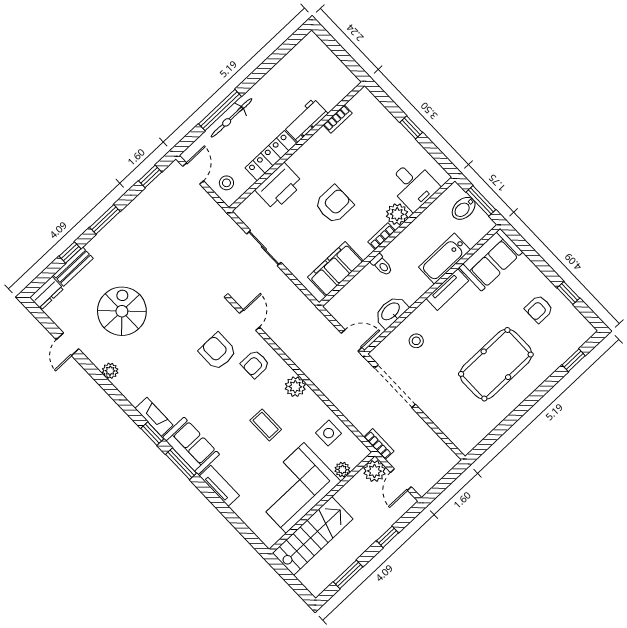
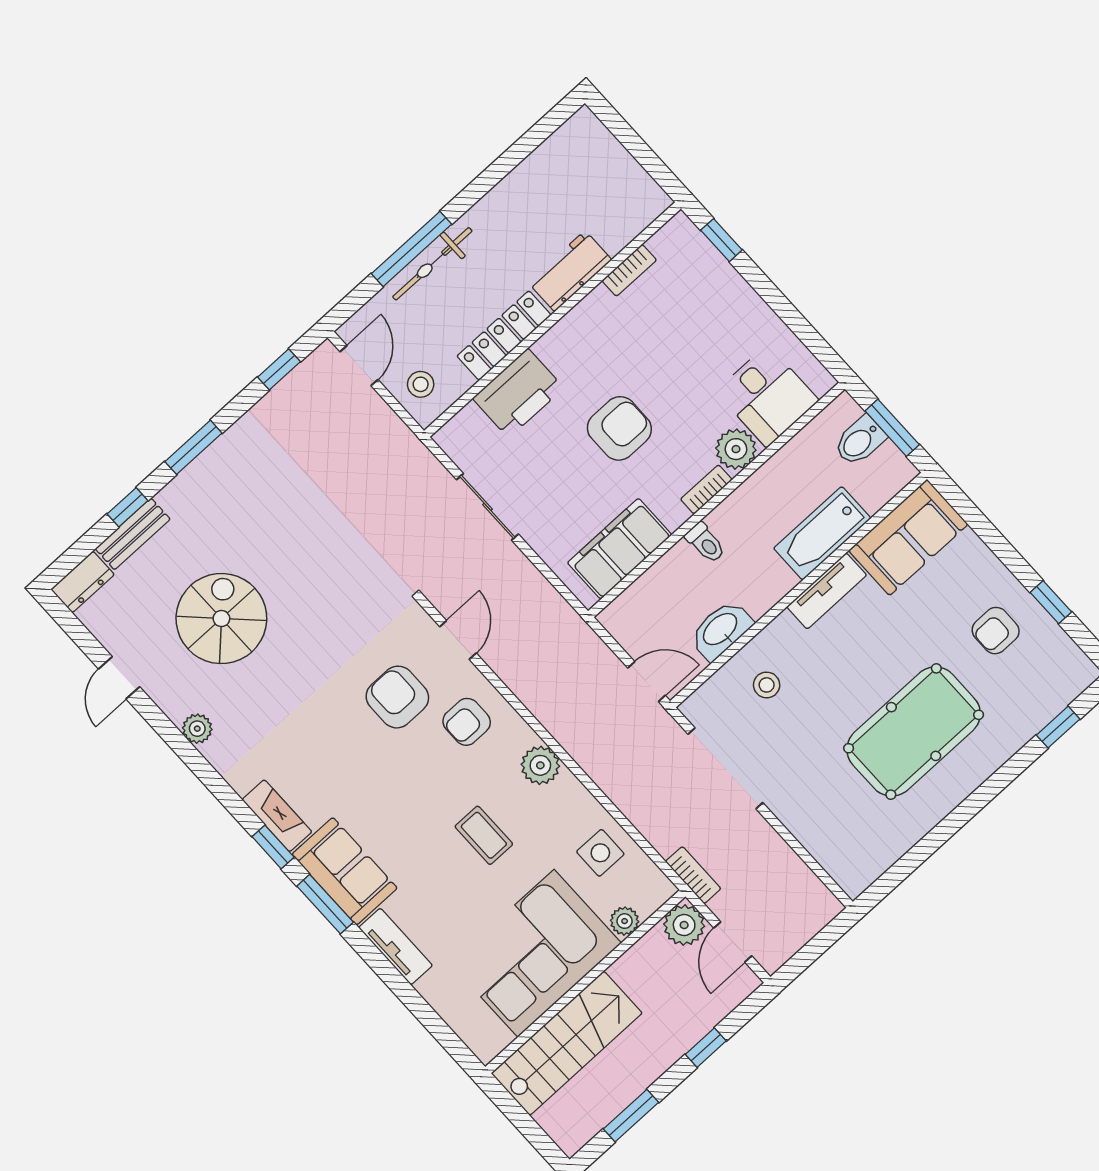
window: (411, 127) -> (721, 240), moved

